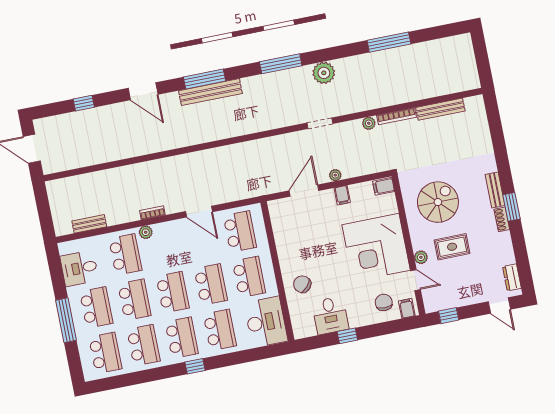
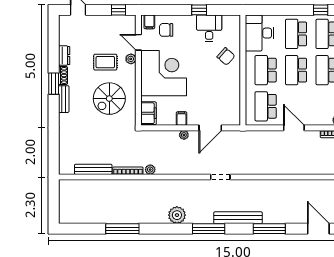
bench: (210, 92) -> (238, 218), moved
doorway: (320, 123) -> (220, 177), moved
filing cabinet: (384, 186) -> (149, 113), width x2.00
dresser: (512, 277) -> (64, 56), moved
chair: (384, 302) -> (166, 30), turned 90

